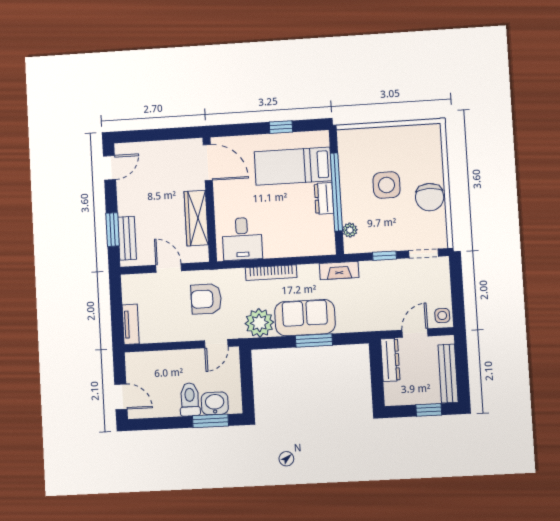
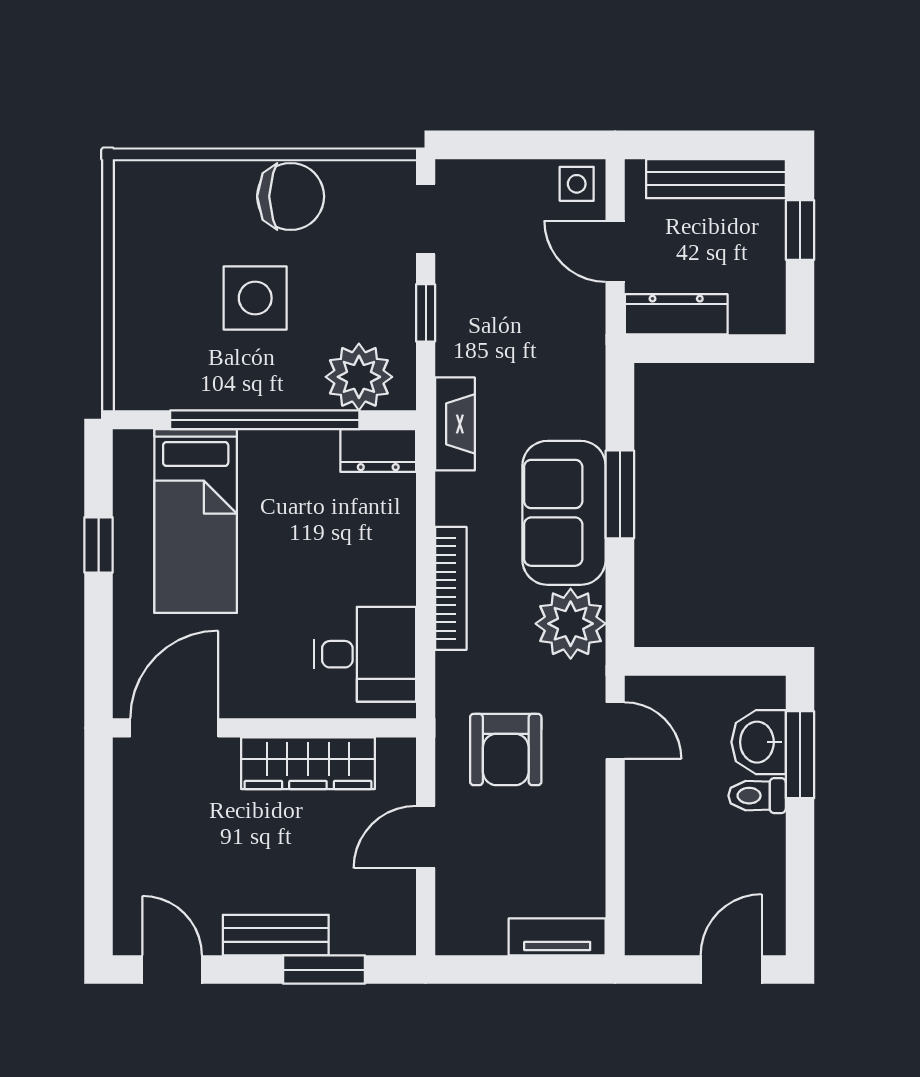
dresser: (324, 198) -> (378, 451), moved
plant: (350, 230) -> (359, 377), width x1.88, depth x1.88
bench: (127, 238) -> (276, 935), moved
toilet: (190, 399) -> (757, 796), width x0.73, depth x0.72

